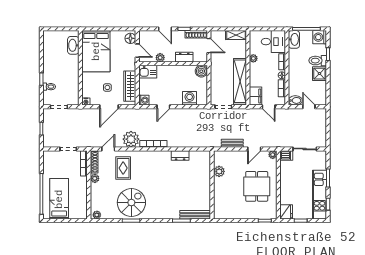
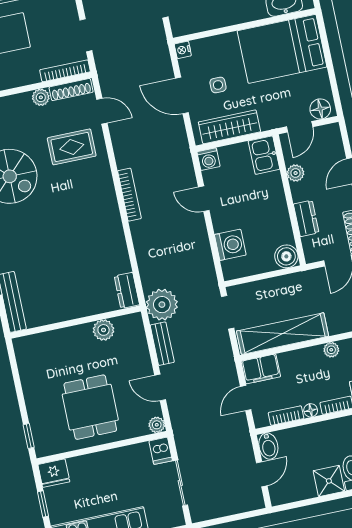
plant: (131, 139) -> (162, 305), moved
dresser: (180, 155) -> (127, 290), moved
dining table: (257, 186) -> (90, 407), turned 90

